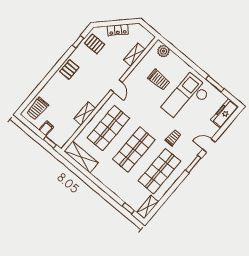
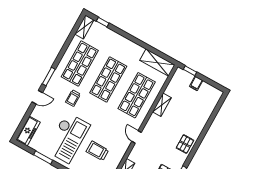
trolley: (38, 108) -> (208, 101), removed

